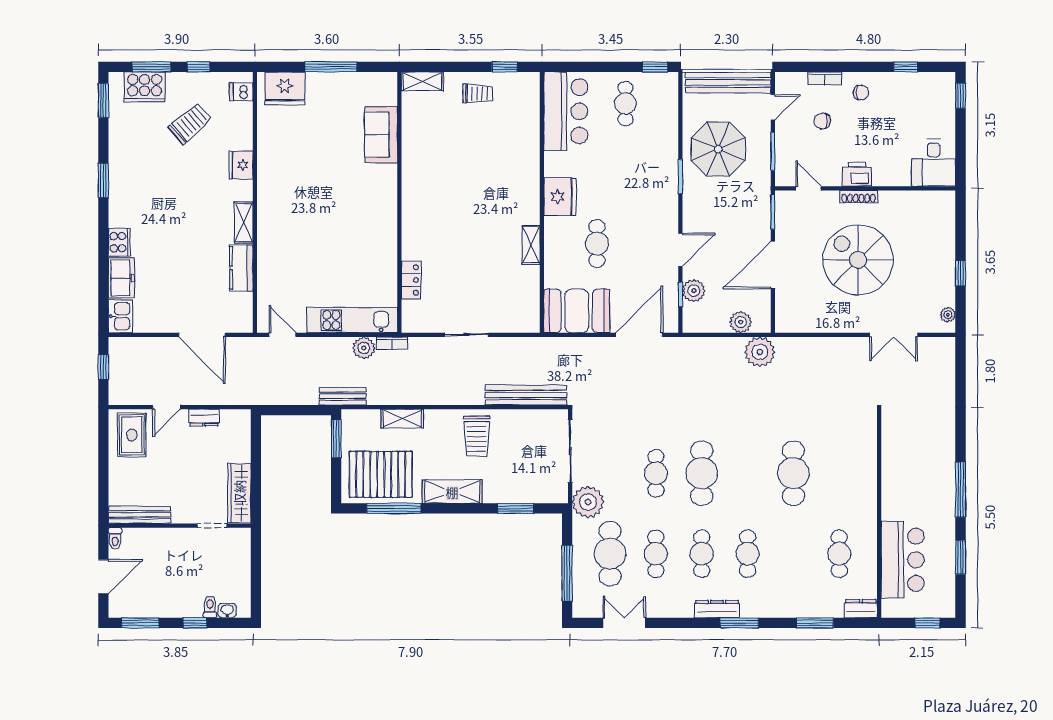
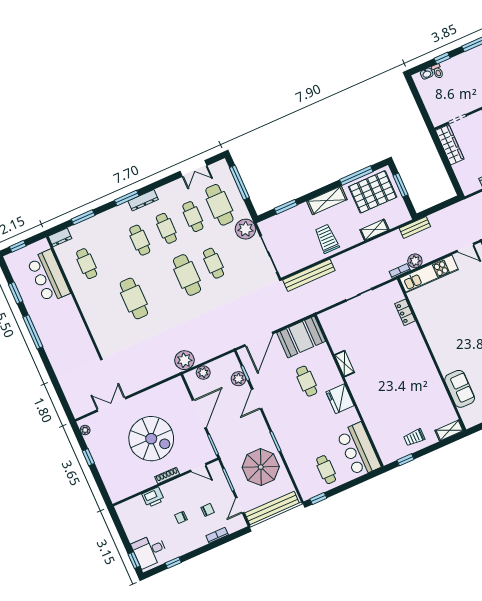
chair: (861, 93) -> (181, 517), moved
desk: (934, 163) -> (150, 551), moved, turned -90
printer: (857, 174) -> (153, 497), moved
window: (336, 439) -> (400, 185), moved

